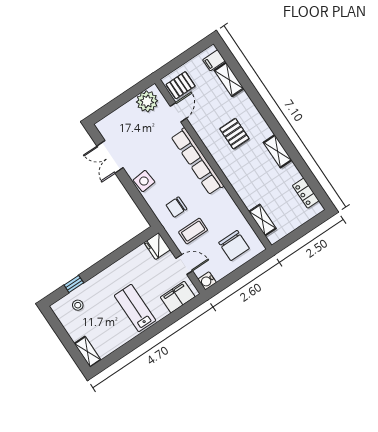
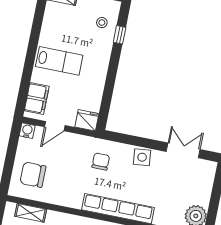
coffee table: (193, 231) -> (72, 156), removed

